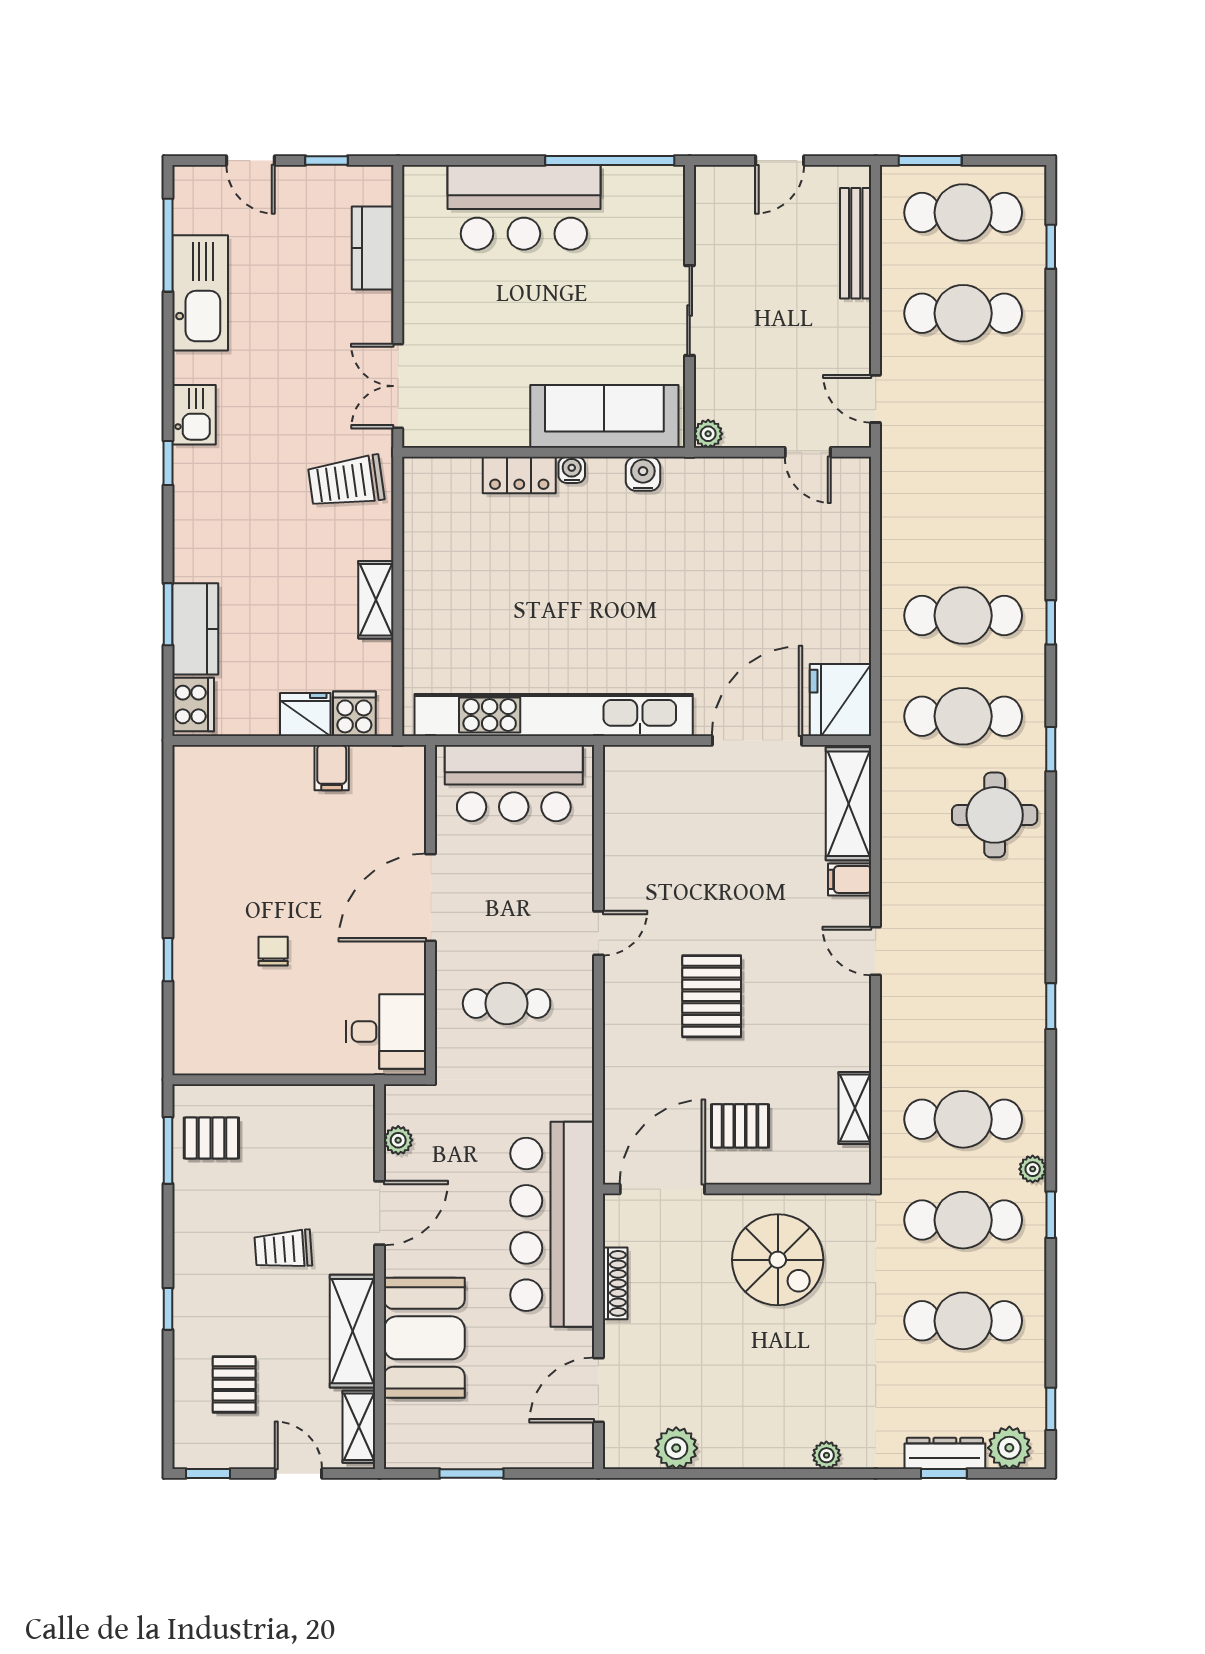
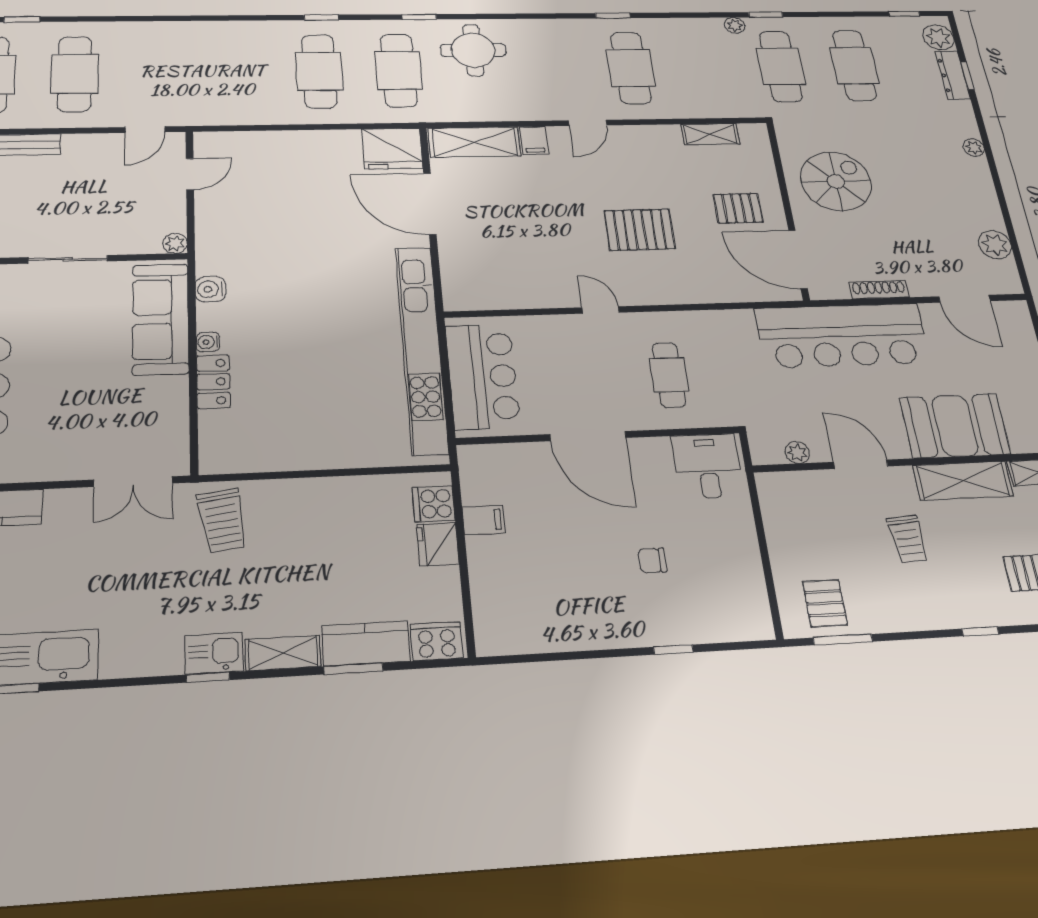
kitchen sink: (194, 415) -> (214, 653), moved
shelving: (376, 600) -> (283, 653), moved
cafe table: (963, 1119) -> (631, 68), moved
pallet: (740, 1126) -> (738, 208), turned 90

